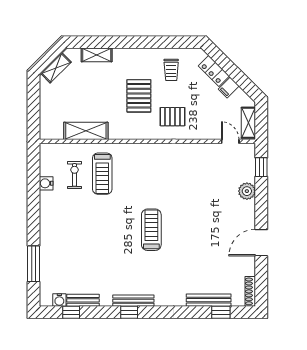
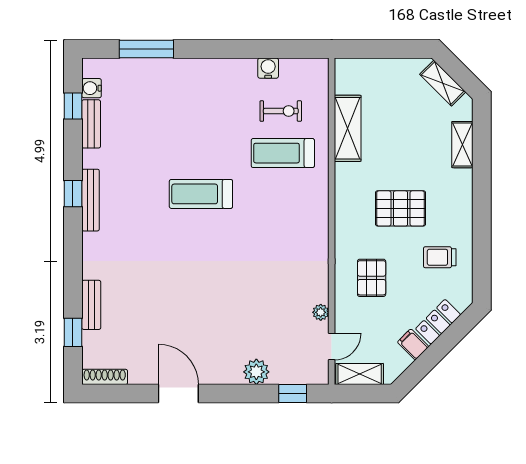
pallet: (172, 117) -> (372, 278), moved
plant: (208, 149) -> (321, 312), added
treadmill: (151, 230) -> (201, 194), moved, turned 180
bench: (209, 300) -> (91, 305), width x0.73

